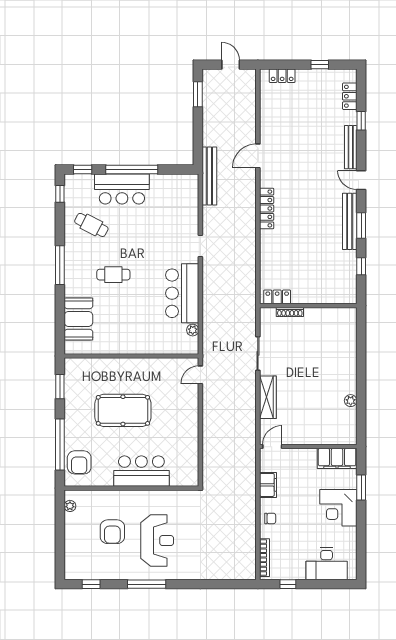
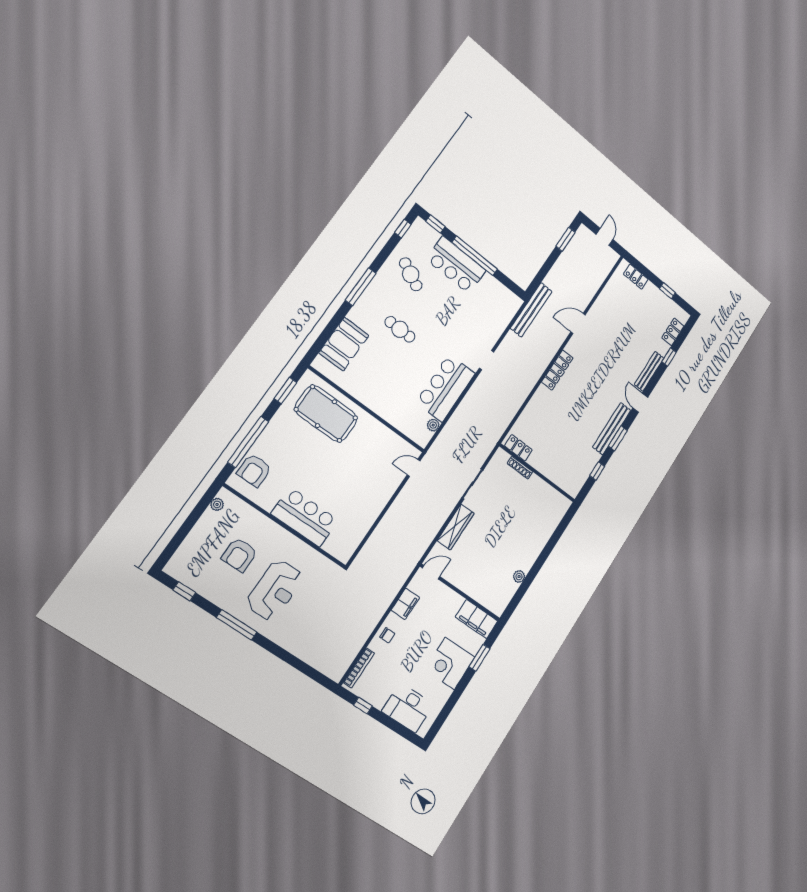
pool table: (123, 410) -> (326, 414), moved

